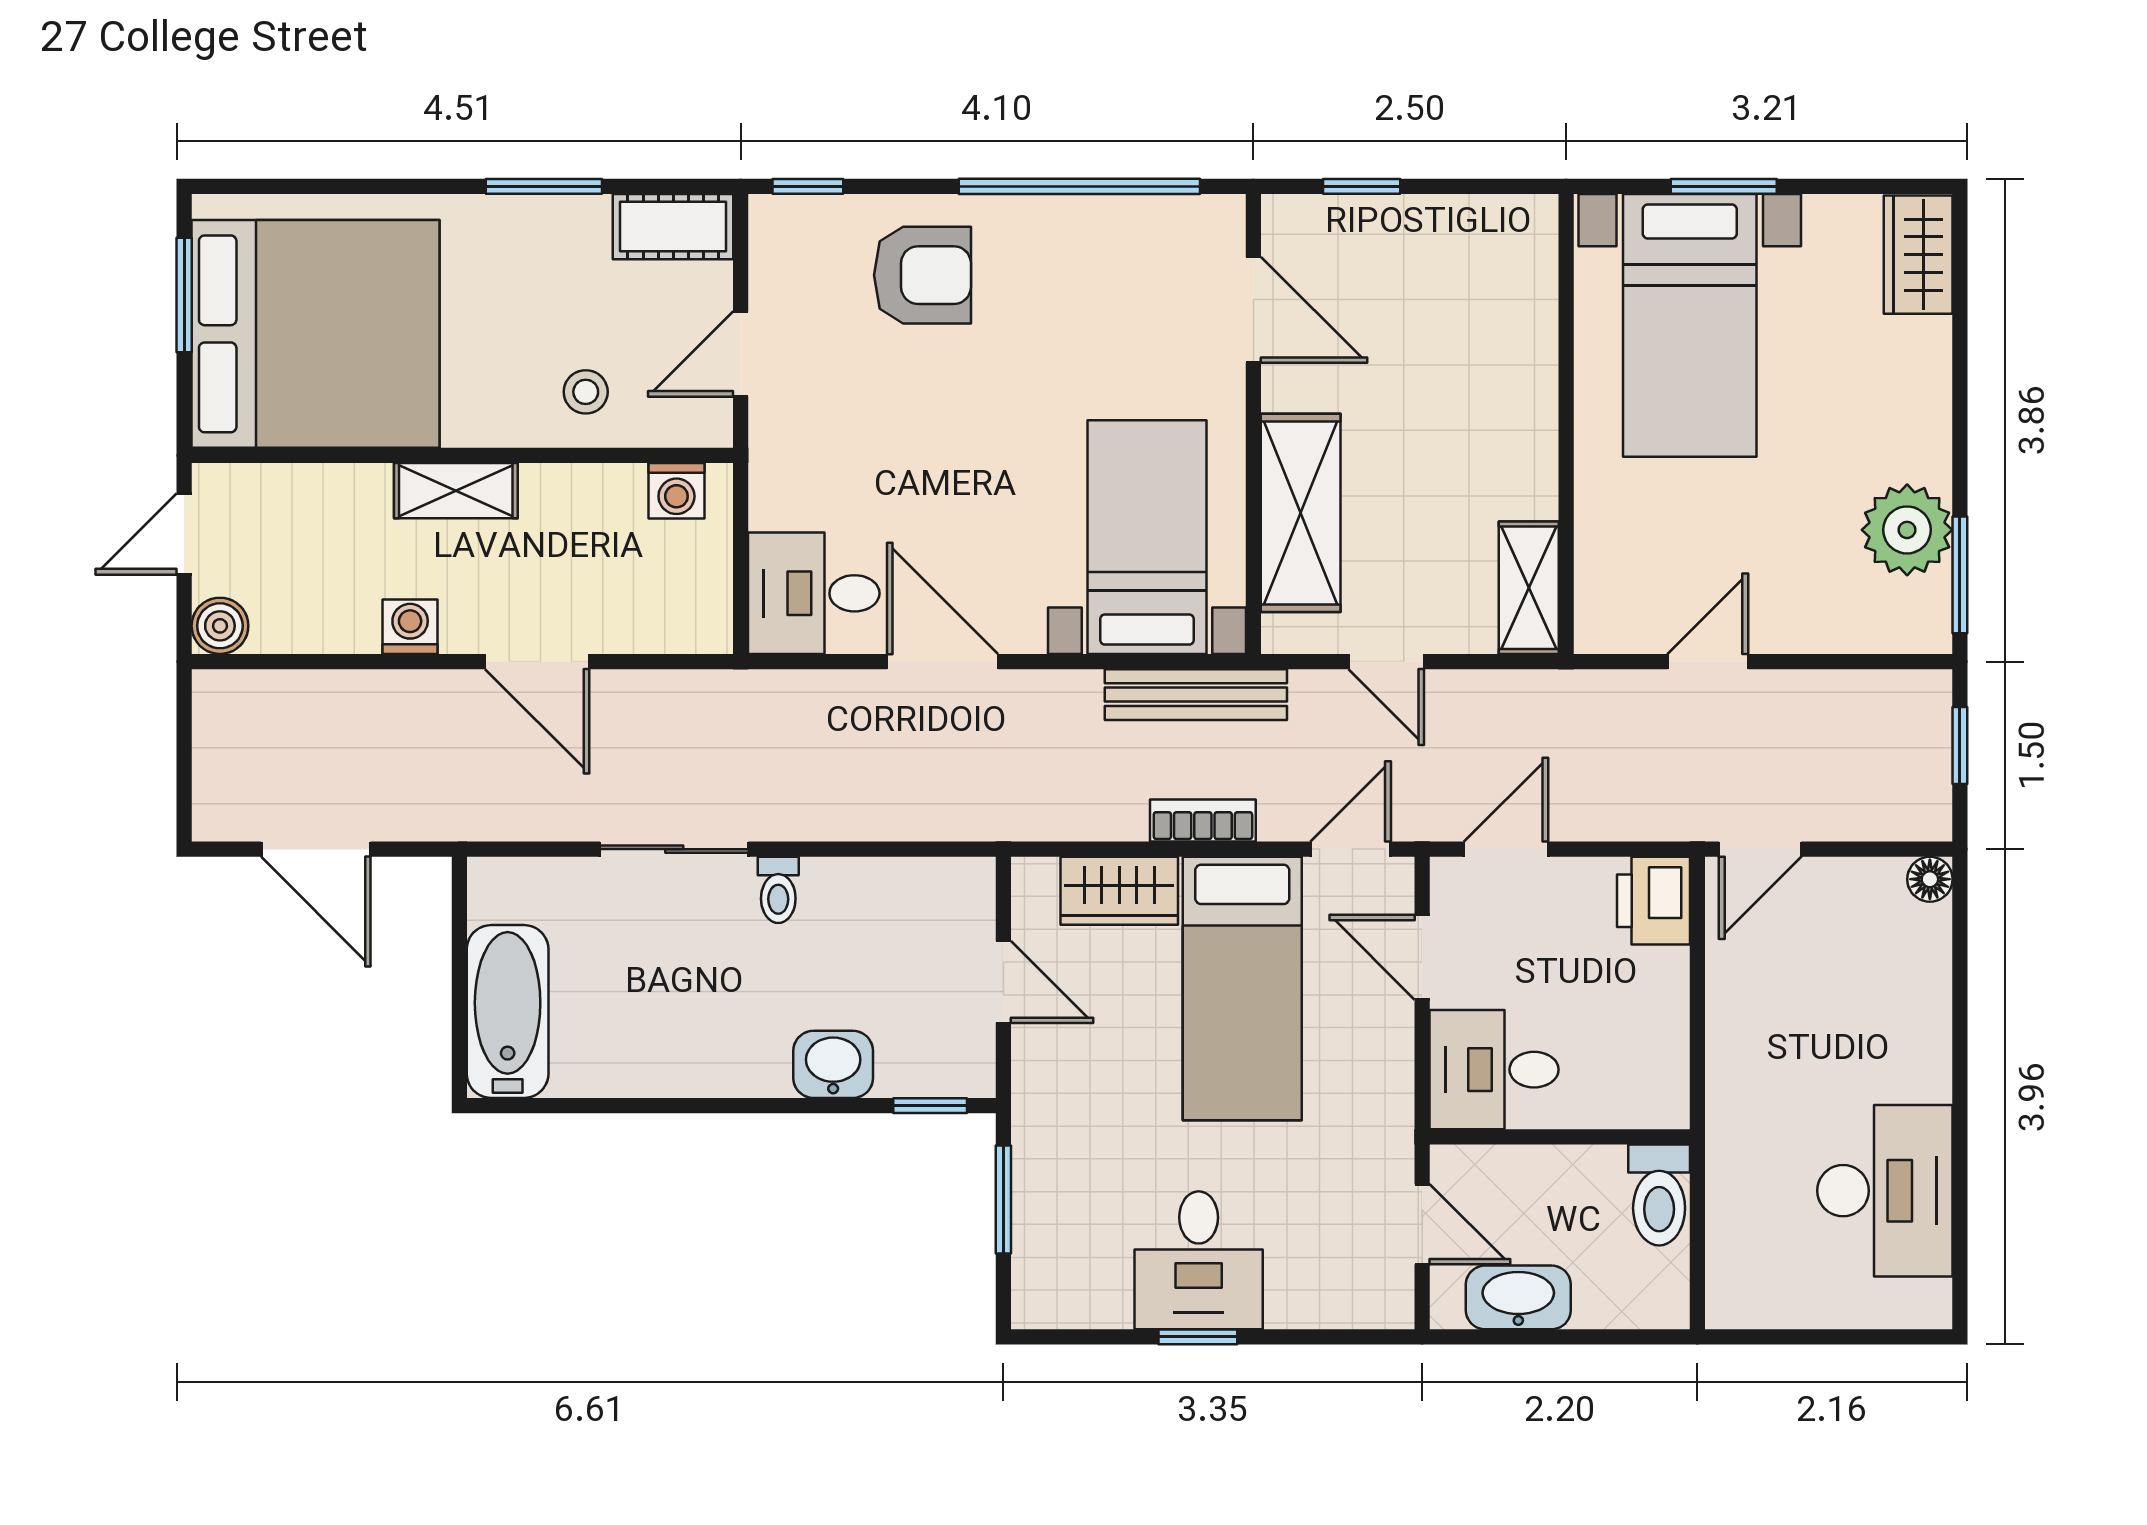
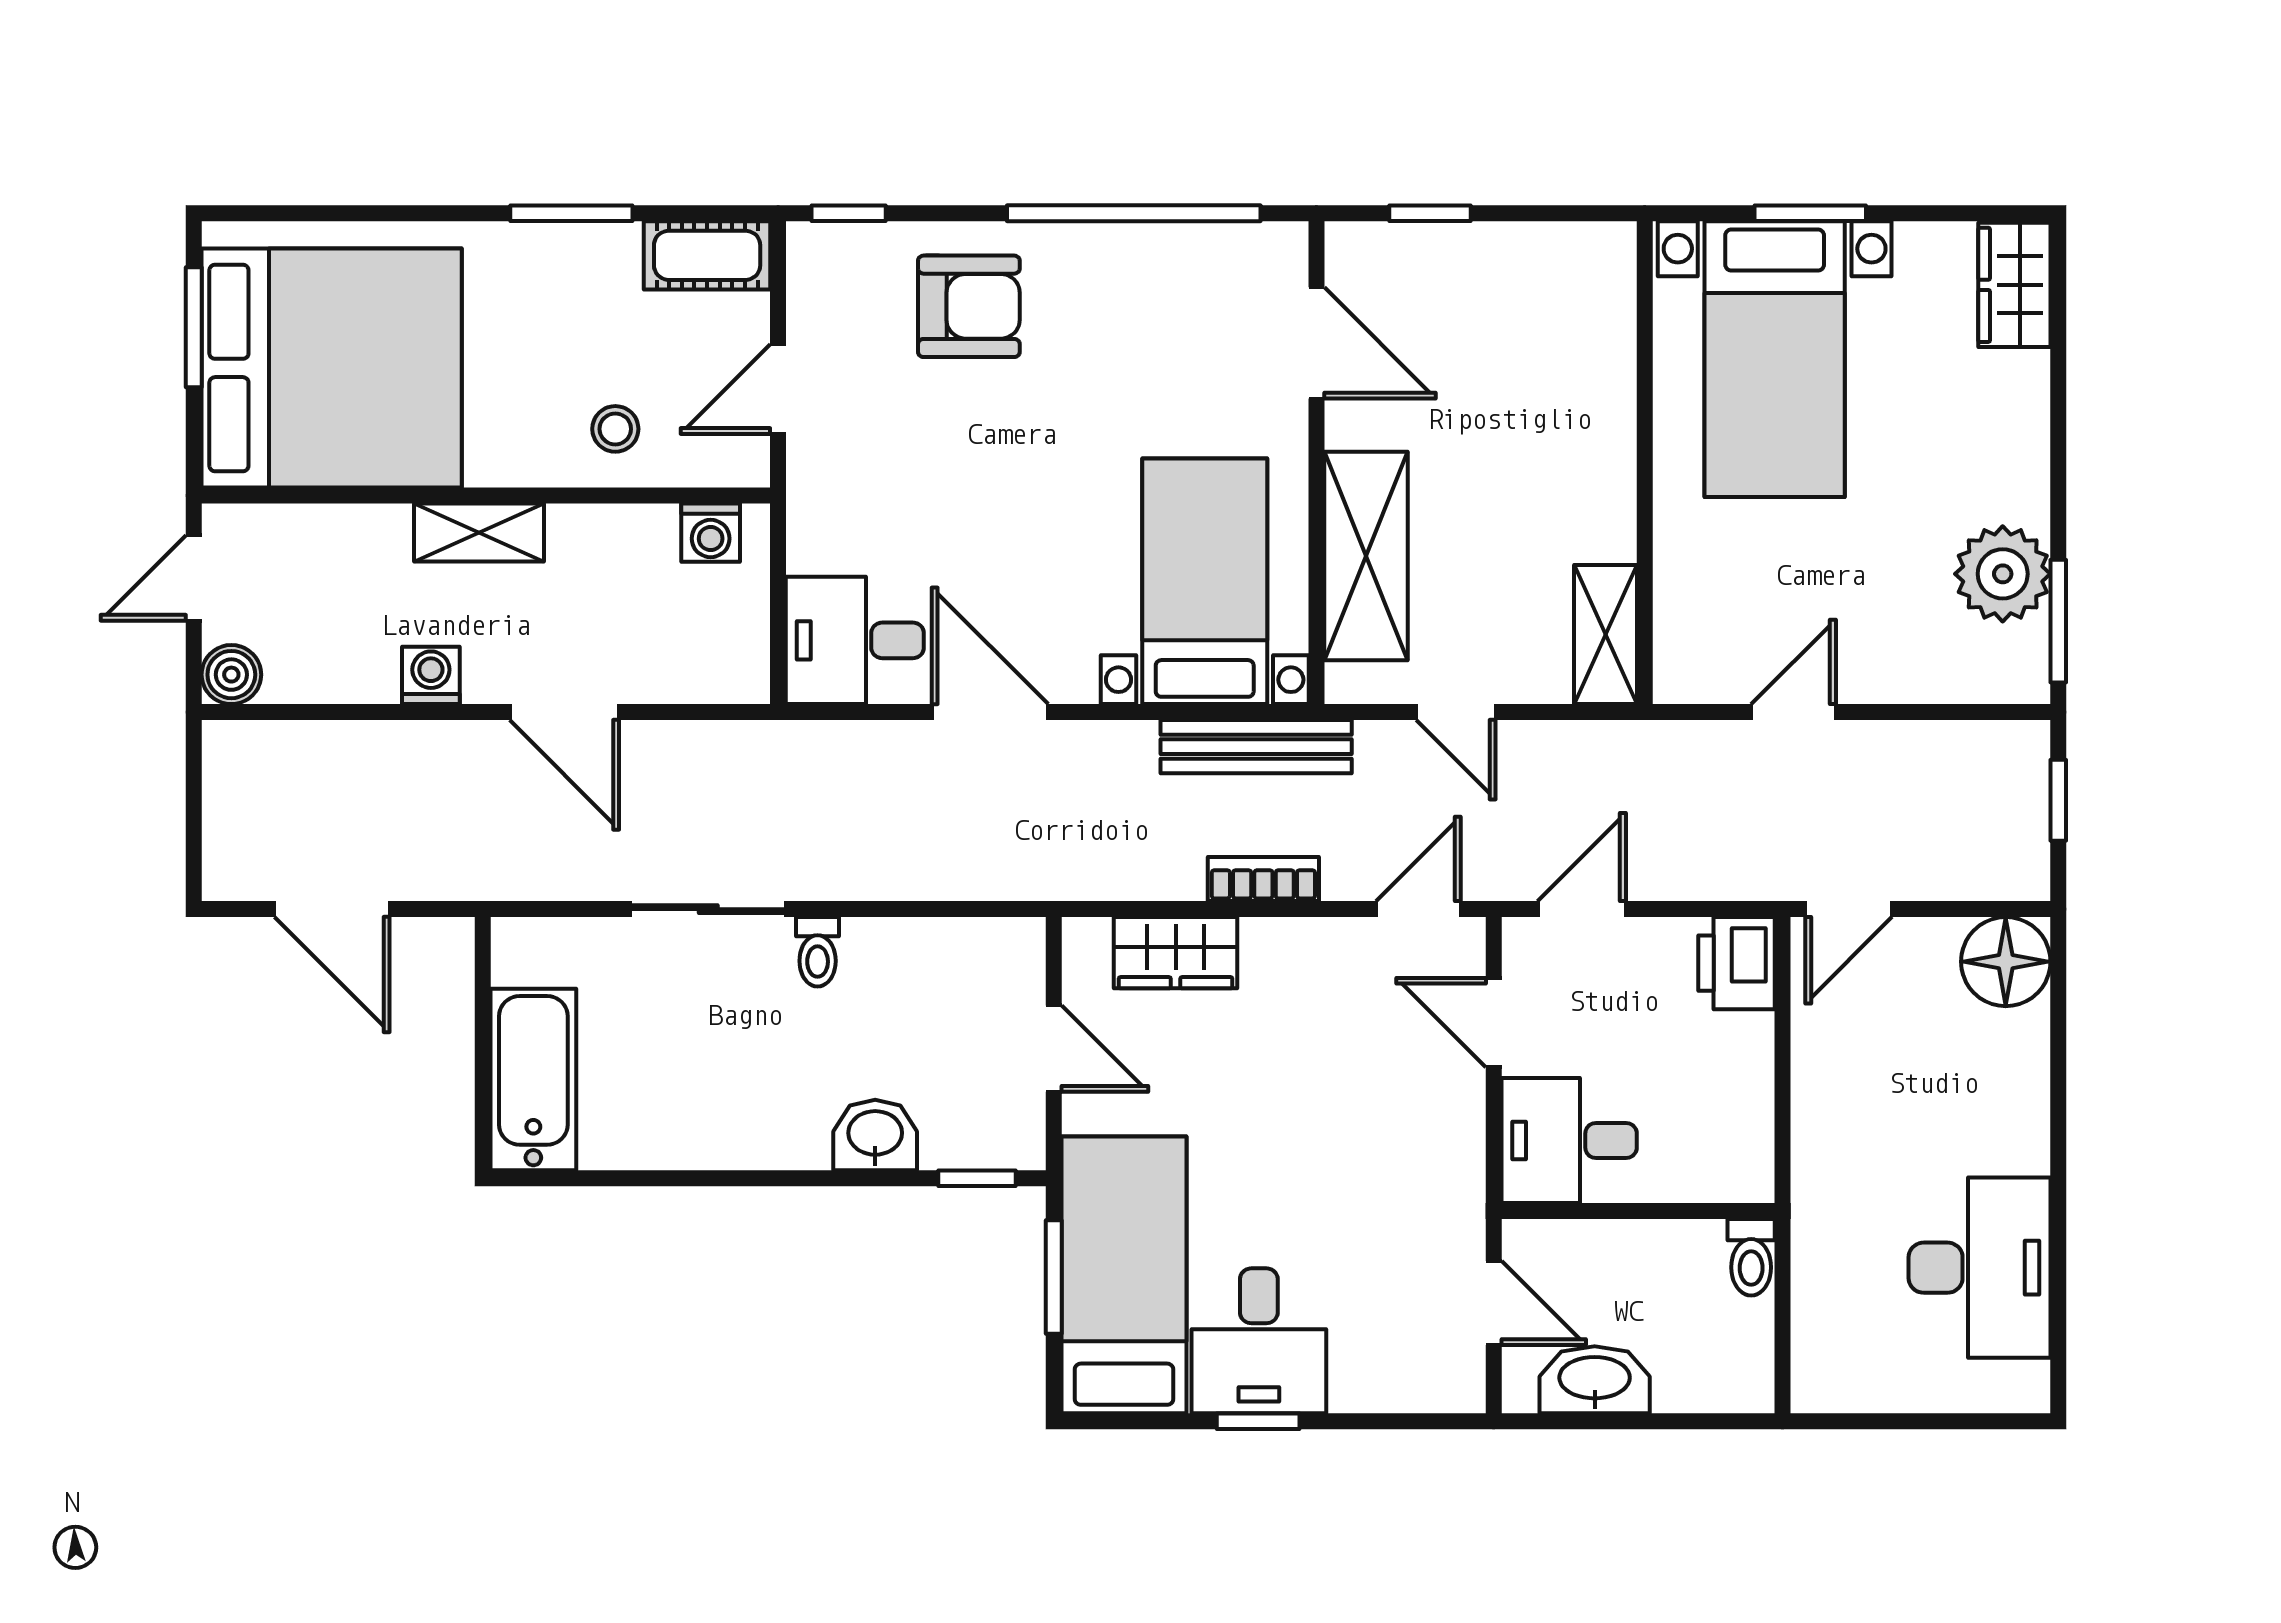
floor lamp: (1930, 879) -> (2006, 962), width x1.89, depth x1.89
bed: (1242, 989) -> (1124, 1275), moved, turned 180
toilet: (1659, 1195) -> (1751, 1257), width x0.73, depth x0.72

